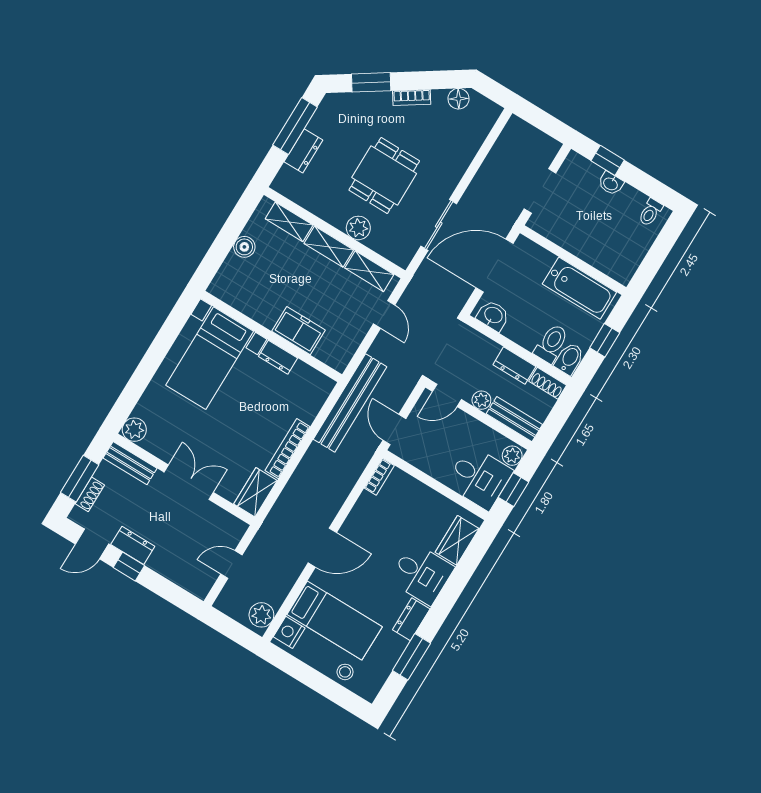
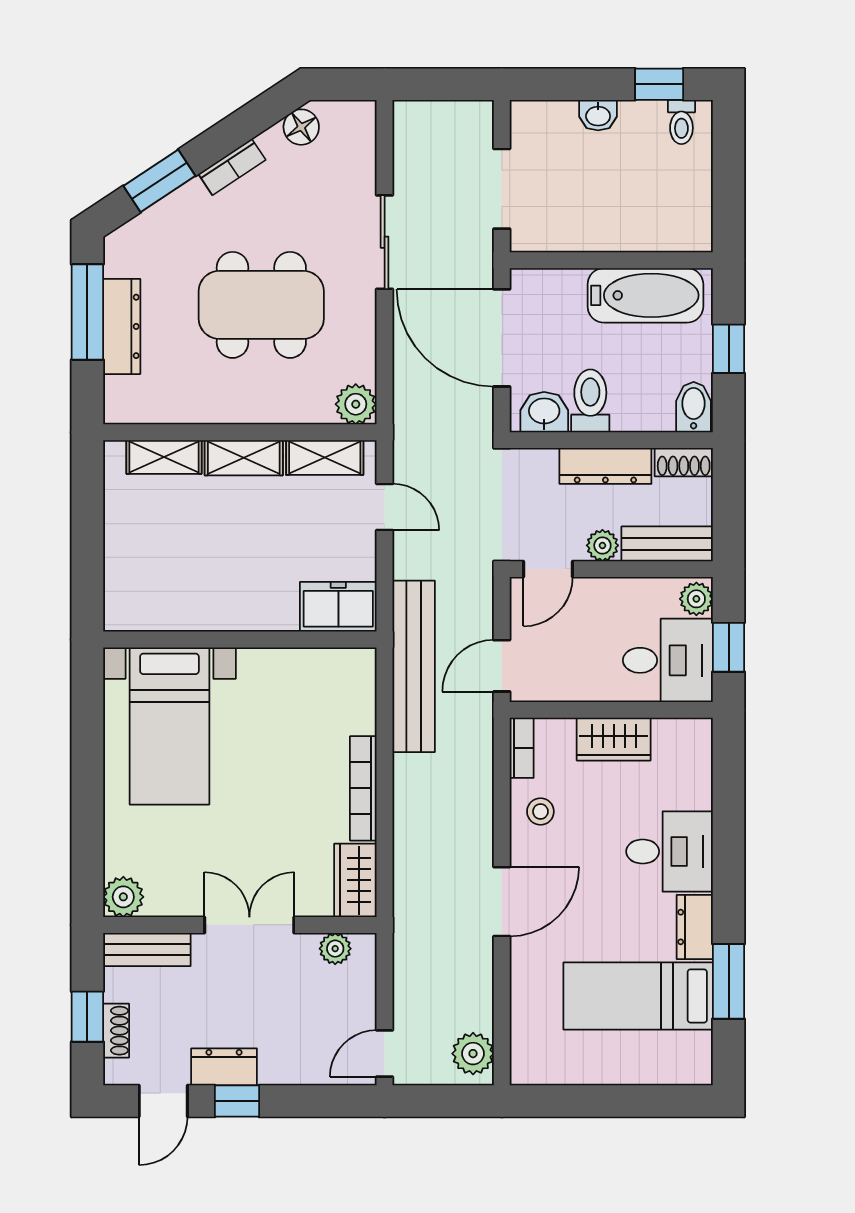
dresser: (303, 151) -> (122, 326), width x1.44
window: (608, 160) -> (659, 84), moved
dining table: (384, 176) -> (261, 305), width x1.38
sliding door: (439, 225) -> (385, 242), moved
plant: (358, 228) -> (356, 404), moved
boiler: (244, 247) -> (121, 533), removed
door: (495, 266) -> (502, 338), hinge flipped
freezer: (299, 331) -> (338, 607), moved
toilet: (551, 343) -> (590, 401), moved
dresser: (278, 357) -> (268, 664), removed
dresser: (514, 366) -> (605, 466), width x1.44
door: (394, 430) -> (502, 666), hinge flipped
window: (80, 479) -> (87, 1017), width x0.67
plant: (225, 520) -> (335, 949), added
wardrobe: (457, 540) -> (614, 739), moved, turned -90
door: (231, 565) -> (385, 1054), moved
bed: (335, 621) -> (638, 996), moved, turned 180
nightstand: (289, 632) -> (529, 1054), removed
stool: (345, 672) -> (540, 811), moved

